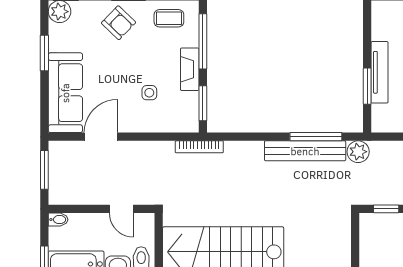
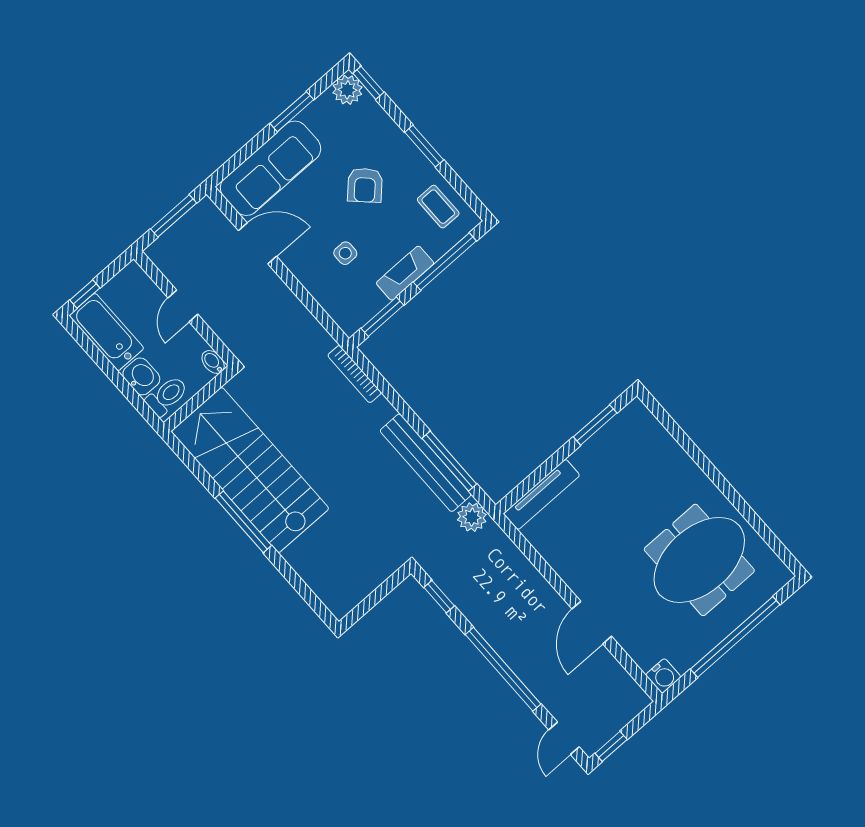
armchair: (119, 23) -> (365, 185), moved
tv unit: (380, 72) -> (542, 494), moved
window: (367, 86) -> (595, 425), moved
bookcase: (199, 147) -> (354, 374), moved
door: (121, 209) -> (183, 306), moved
bidet: (58, 220) -> (213, 362), moved, turned 180

